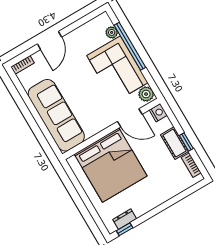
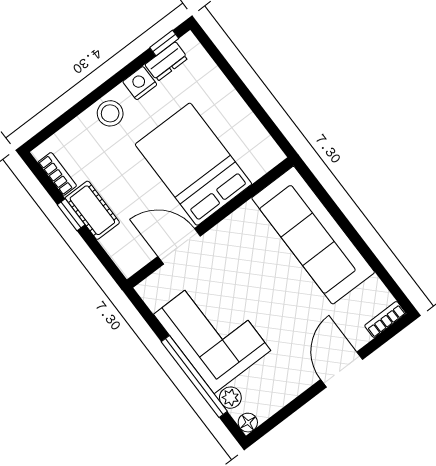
floor lamp: (104, 18) -> (248, 423), added
plant: (146, 94) -> (155, 293), removed
nightstand: (158, 113) -> (140, 83), moved, turned 90
bed: (111, 165) -> (193, 164), width x0.73
stool: (159, 195) -> (110, 113), added

